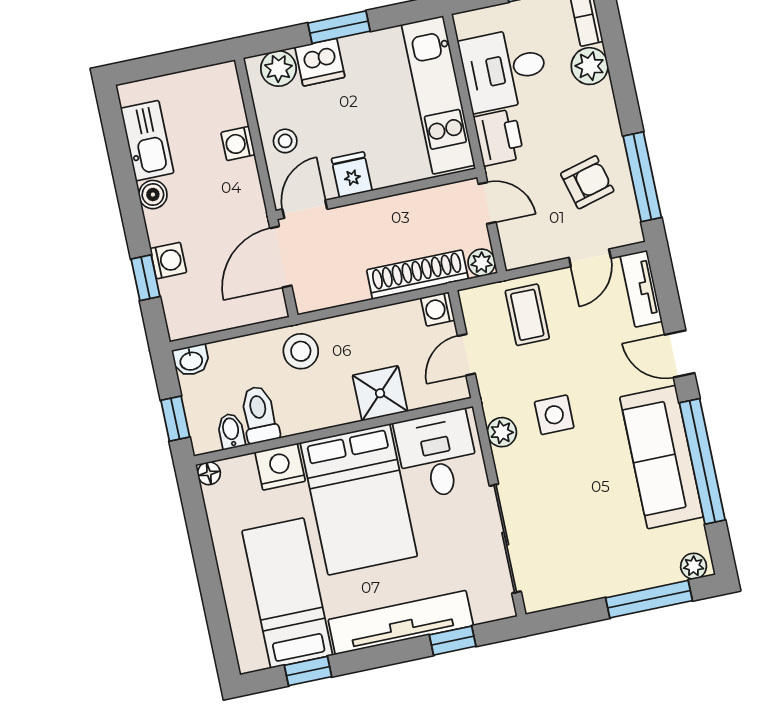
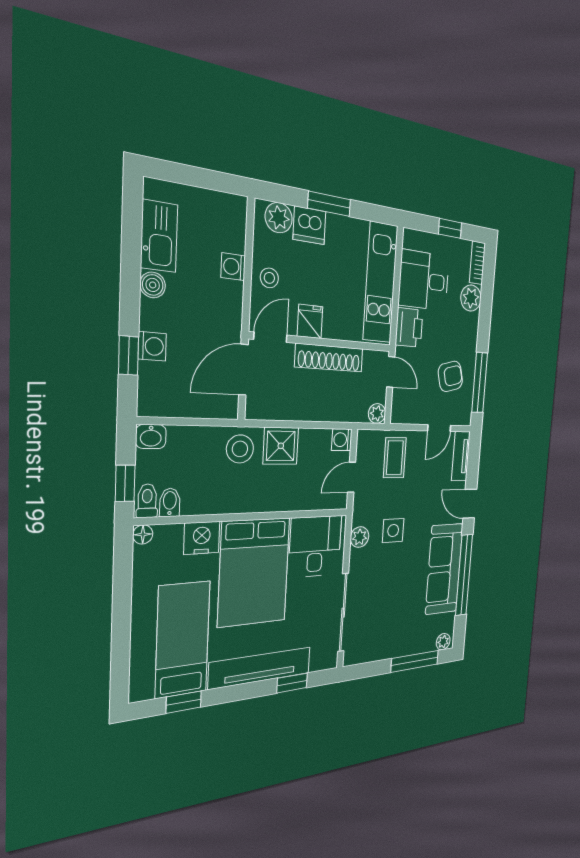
shoe rack: (417, 275) -> (329, 358), moved, turned 180
shower: (380, 393) -> (281, 446), moved
toilet: (259, 415) -> (147, 501), moved, width x0.73, depth x0.72

